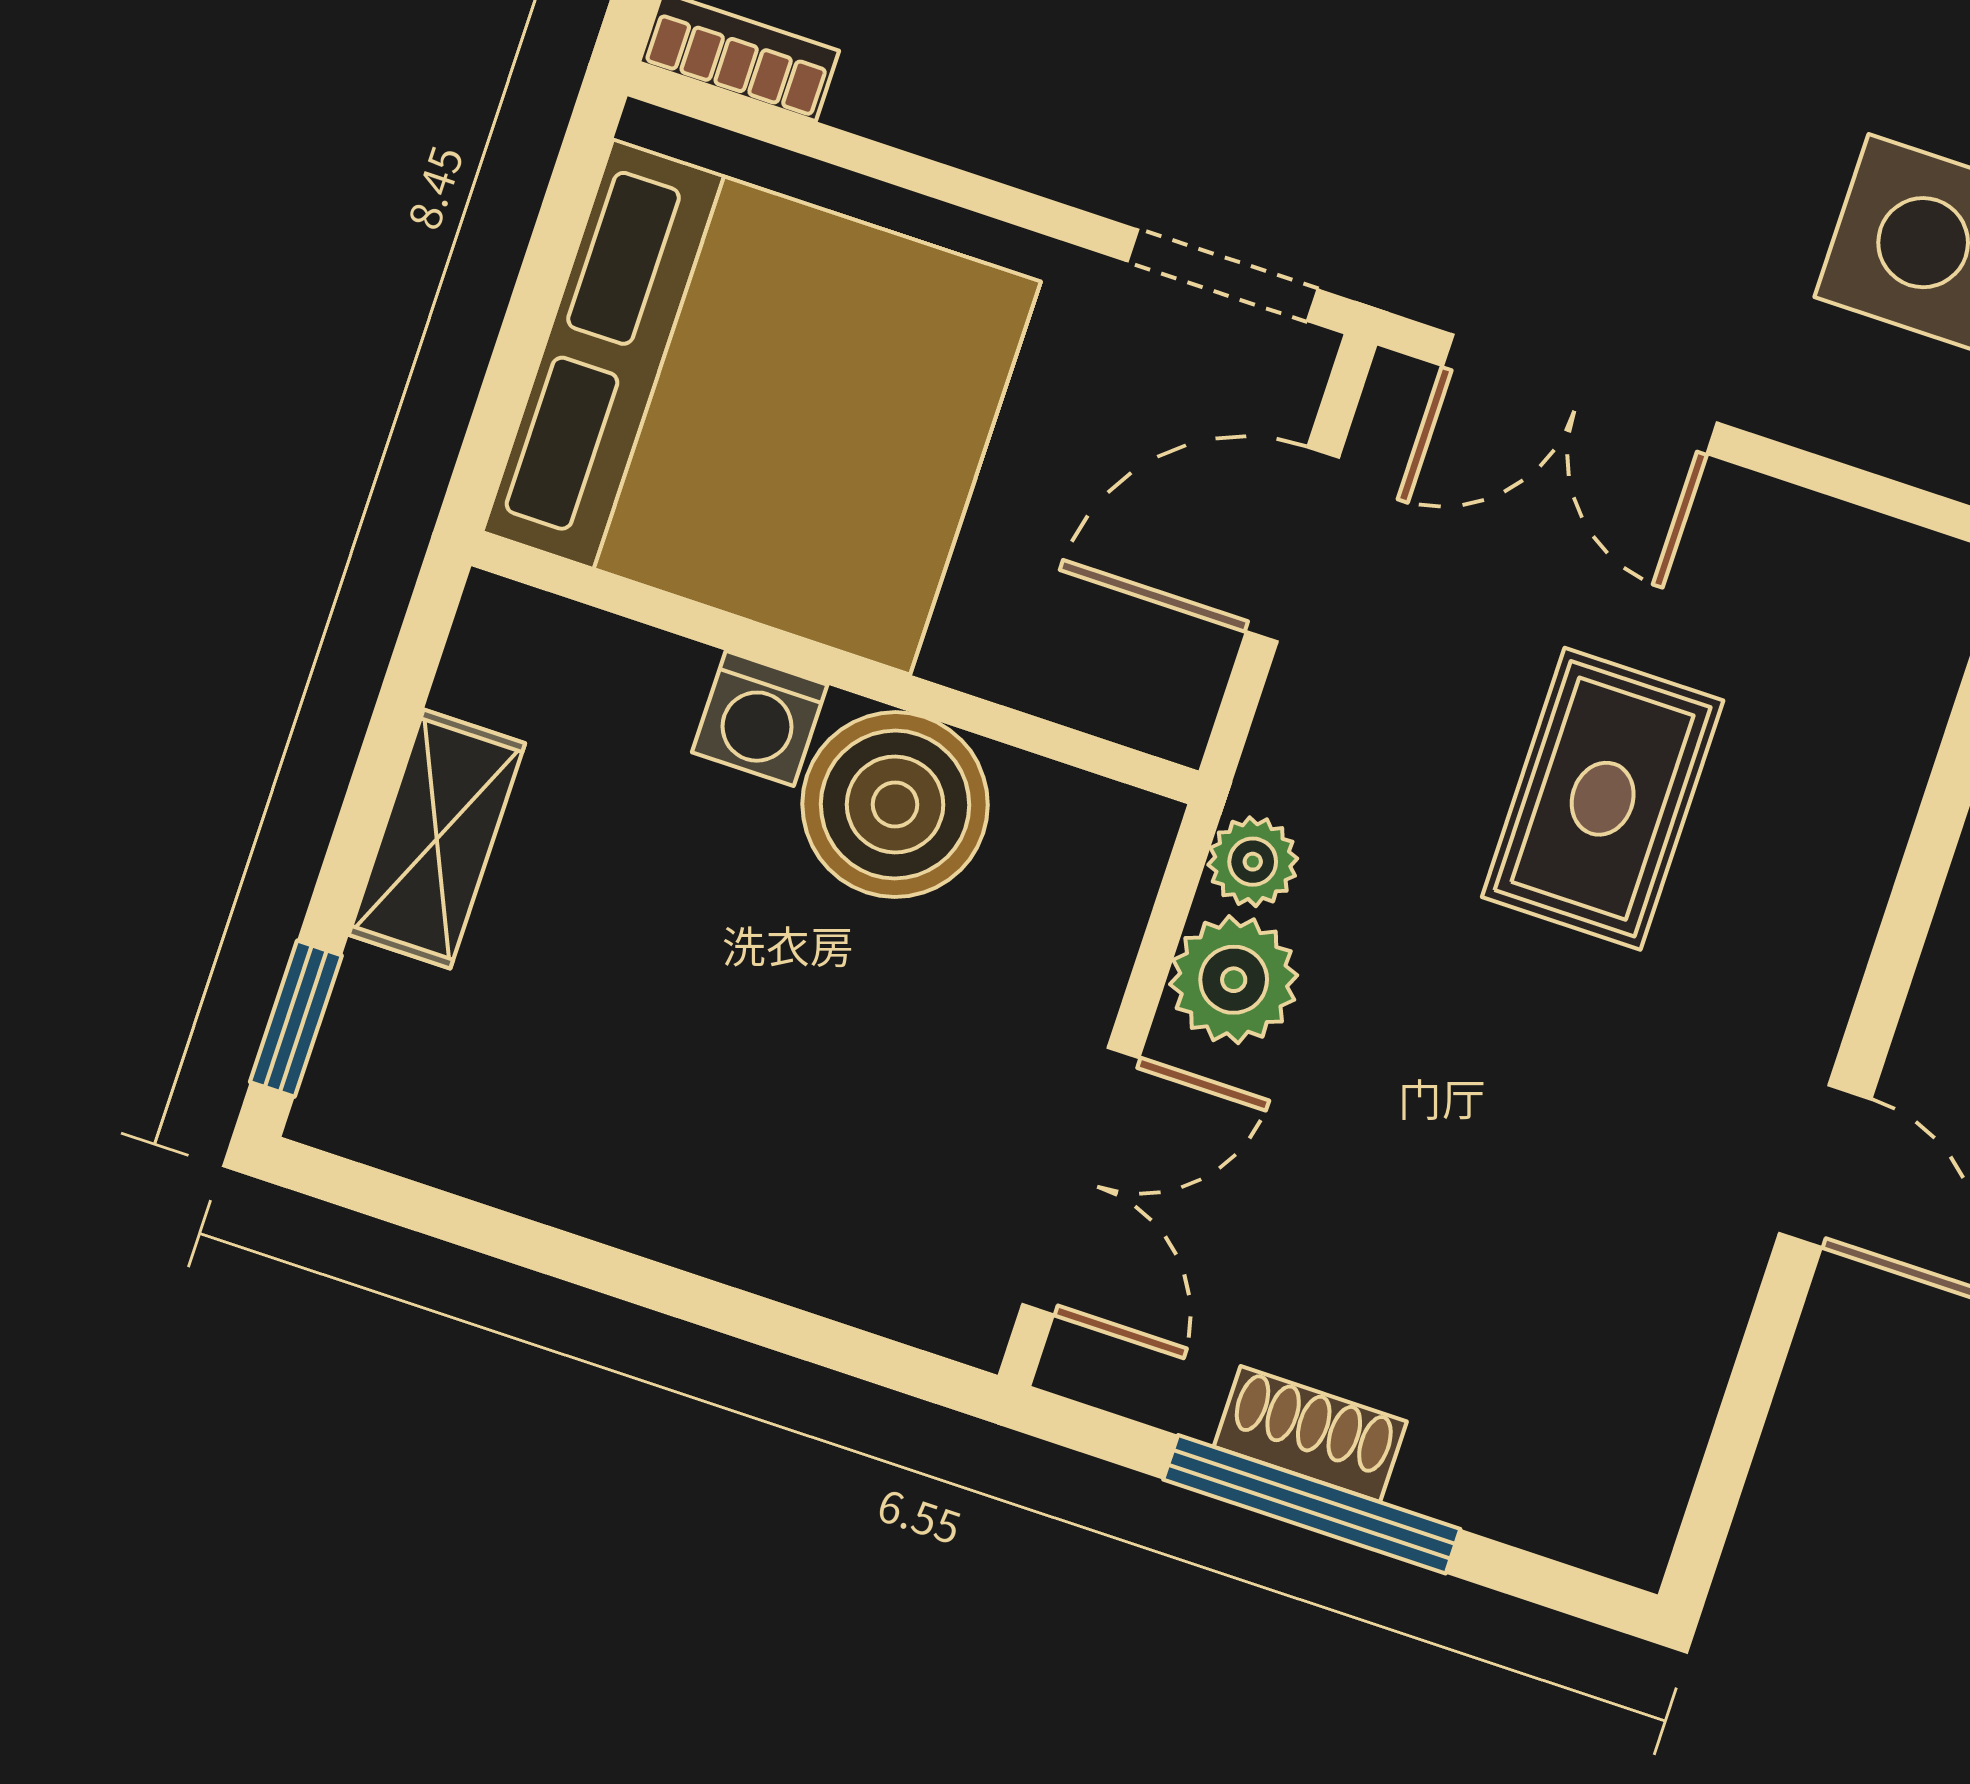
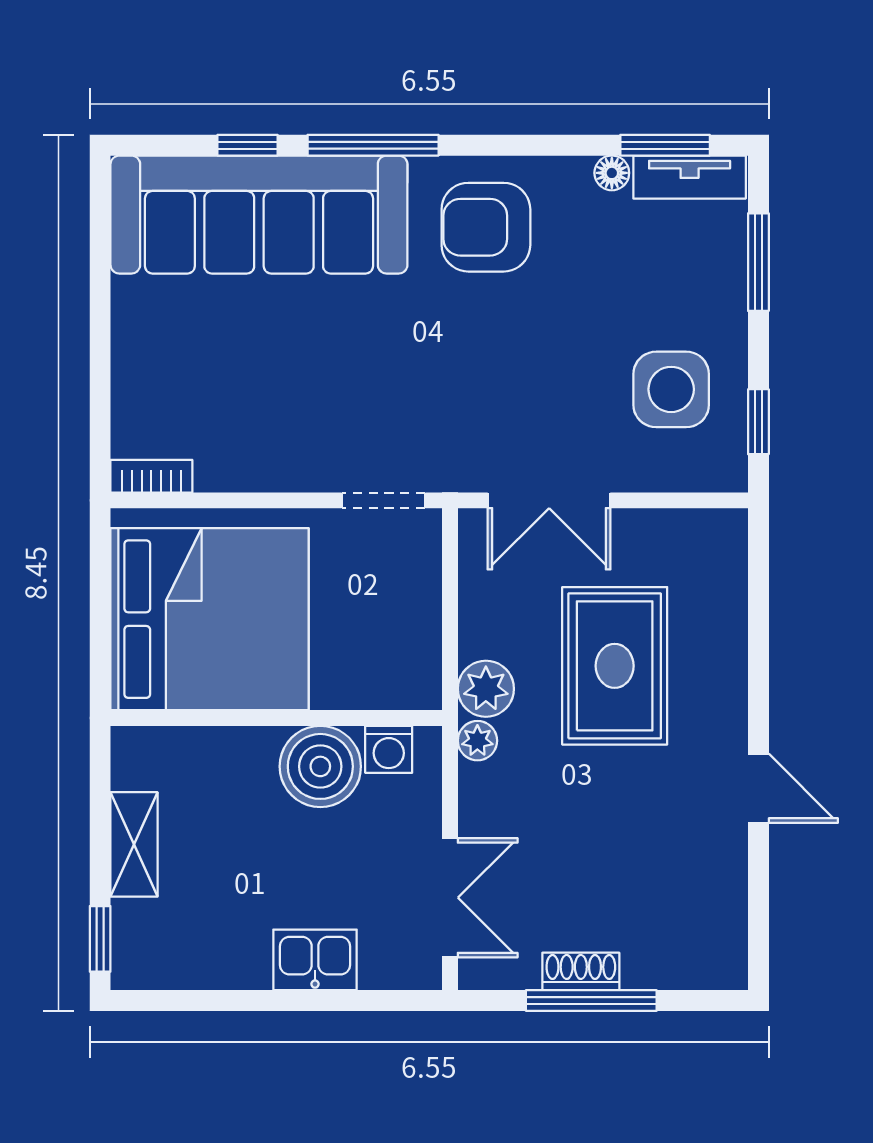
door: (1292, 545) -> (450, 603), removed
washing machine: (760, 718) -> (389, 749), moved
rug: (1603, 799) -> (615, 666), width x1.36, depth x1.43
plant: (1234, 980) -> (486, 689), moved
kitchen sink: (745, 1218) -> (315, 960), added

